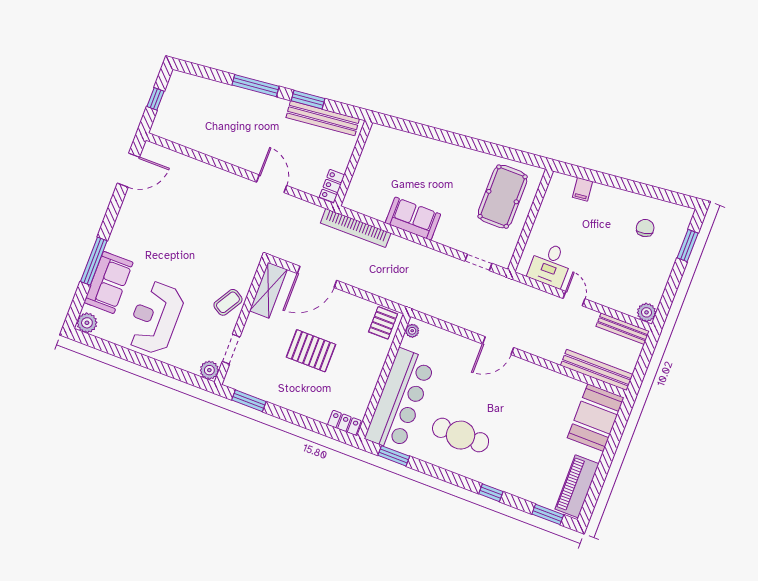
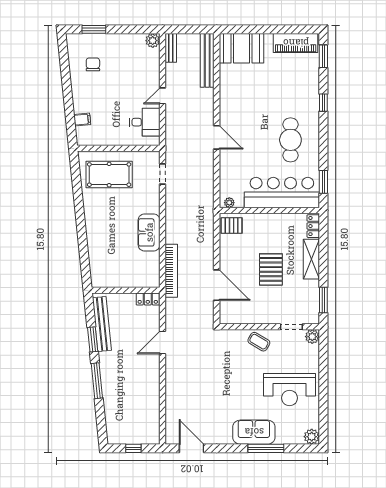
chair: (645, 228) -> (93, 64), turned 103
sofa: (109, 282) -> (254, 432), moved
shelving: (268, 290) -> (311, 259), moved, turned 90
bench: (623, 329) -> (171, 48), width x0.73

